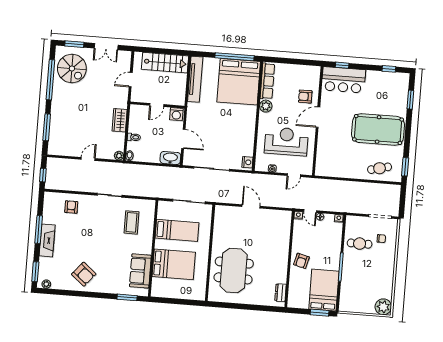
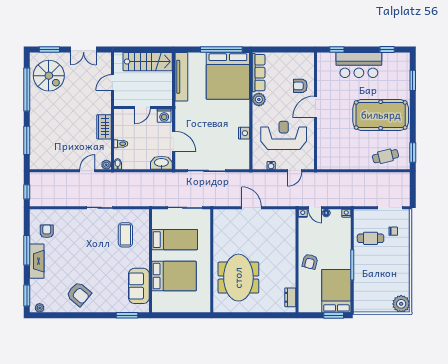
bar counter: (344, 80) -> (359, 65), moved
door: (88, 159) -> (87, 171), moved
nightstand: (247, 162) -> (244, 133), moved
armchair: (71, 207) -> (47, 231), moved

